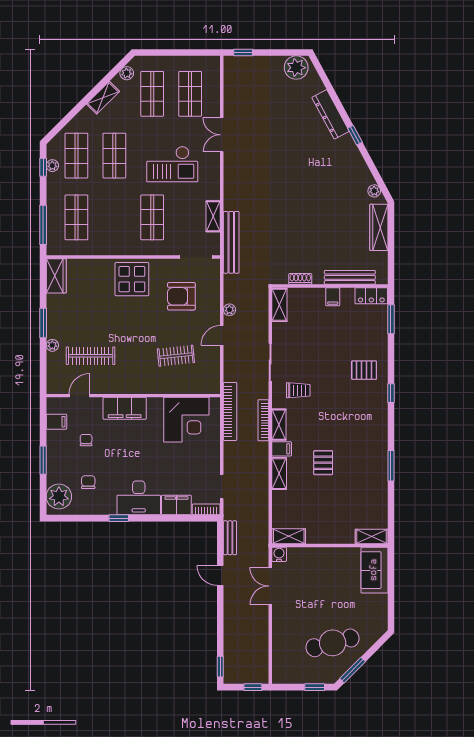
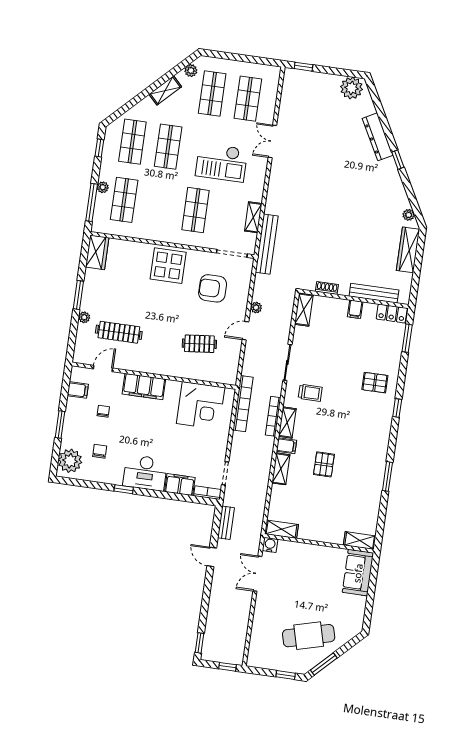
plant: (52, 166) -> (103, 187), moved

